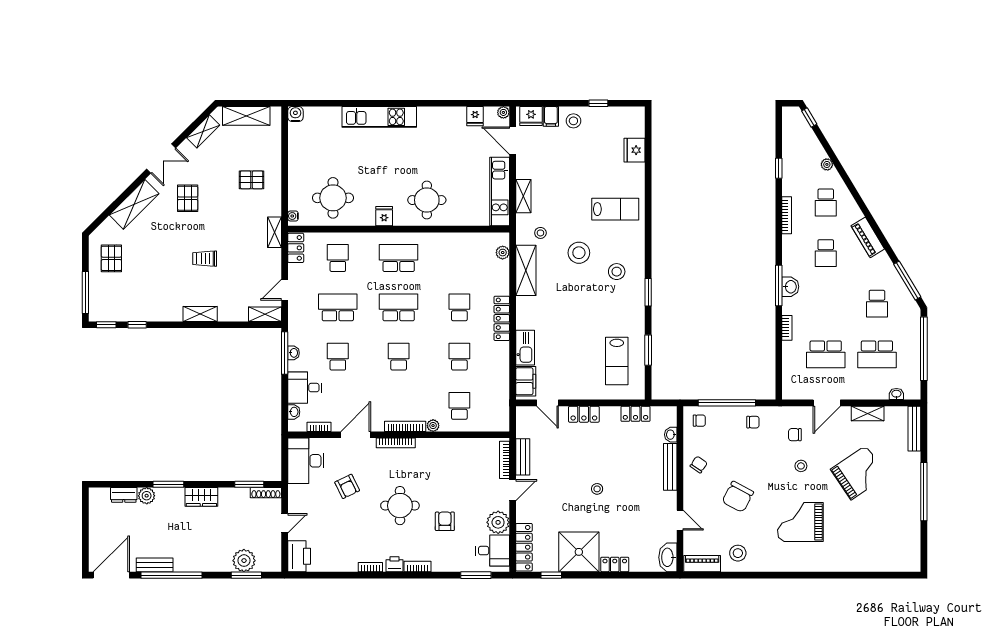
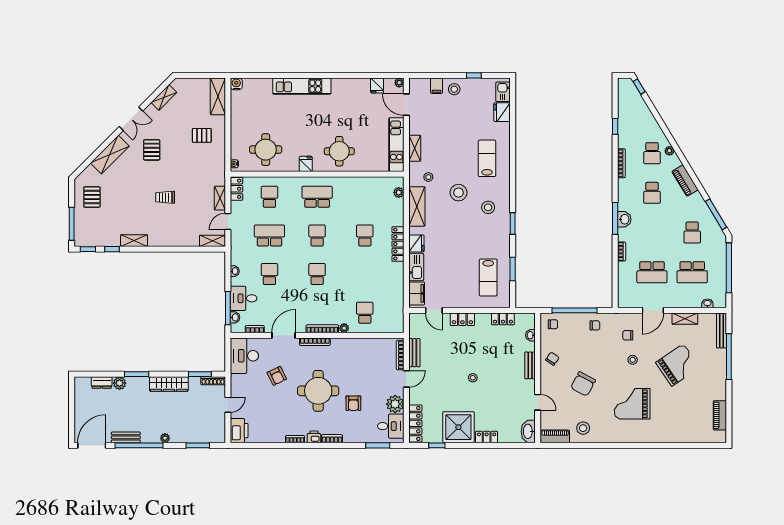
shelving: (246, 116) -> (218, 96), moved, turned 90
fridge: (531, 116) -> (416, 244), moved, turned -90
kitchen sink: (636, 124) -> (503, 92), added
plant: (827, 164) -> (669, 151), moved
lab bench: (615, 209) -> (487, 158), turned -90
shelving: (275, 232) -> (220, 198), moved
school desk: (399, 307) -> (317, 235), width x0.54
shelving: (200, 314) -> (134, 241), moved
window: (285, 353) -> (228, 308), moved
school desk: (459, 357) -> (365, 274), removed
bench: (670, 467) -> (530, 365), width x0.73
window: (924, 492) -> (729, 357), moved
wardrobe: (201, 497) -> (169, 384), width x1.50
round table: (400, 506) -> (318, 391), width x1.36, depth x1.36
armchair: (445, 521) -> (353, 403), turned 180
piano: (912, 537) -> (720, 415), added
plant: (244, 561) -> (165, 438), moved, width x0.53, depth x0.53

